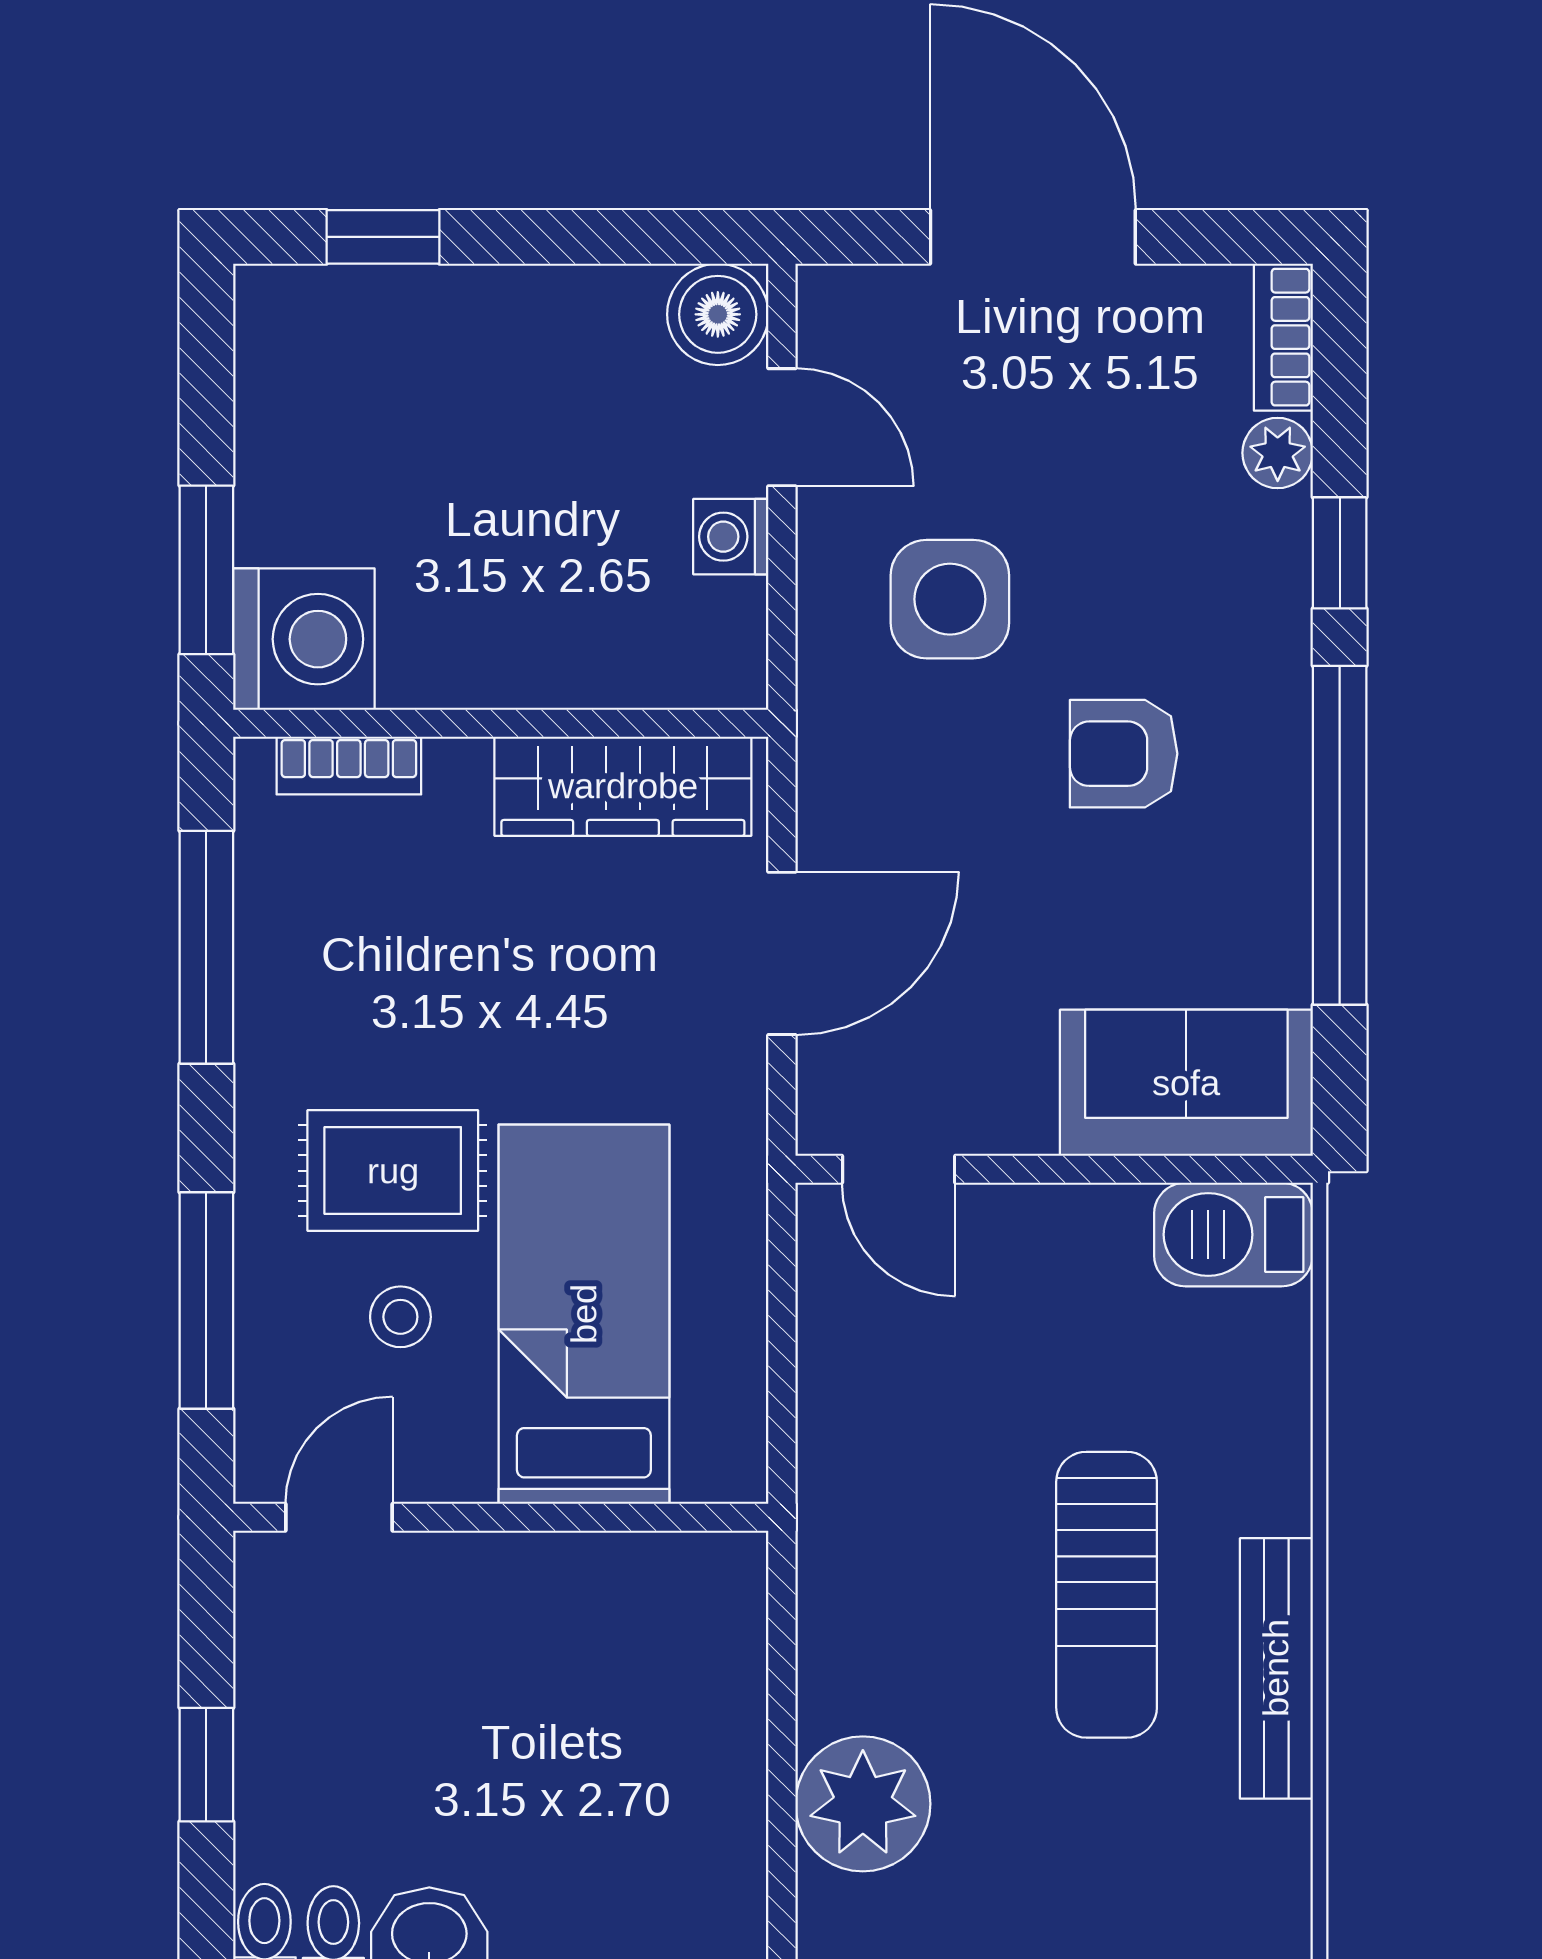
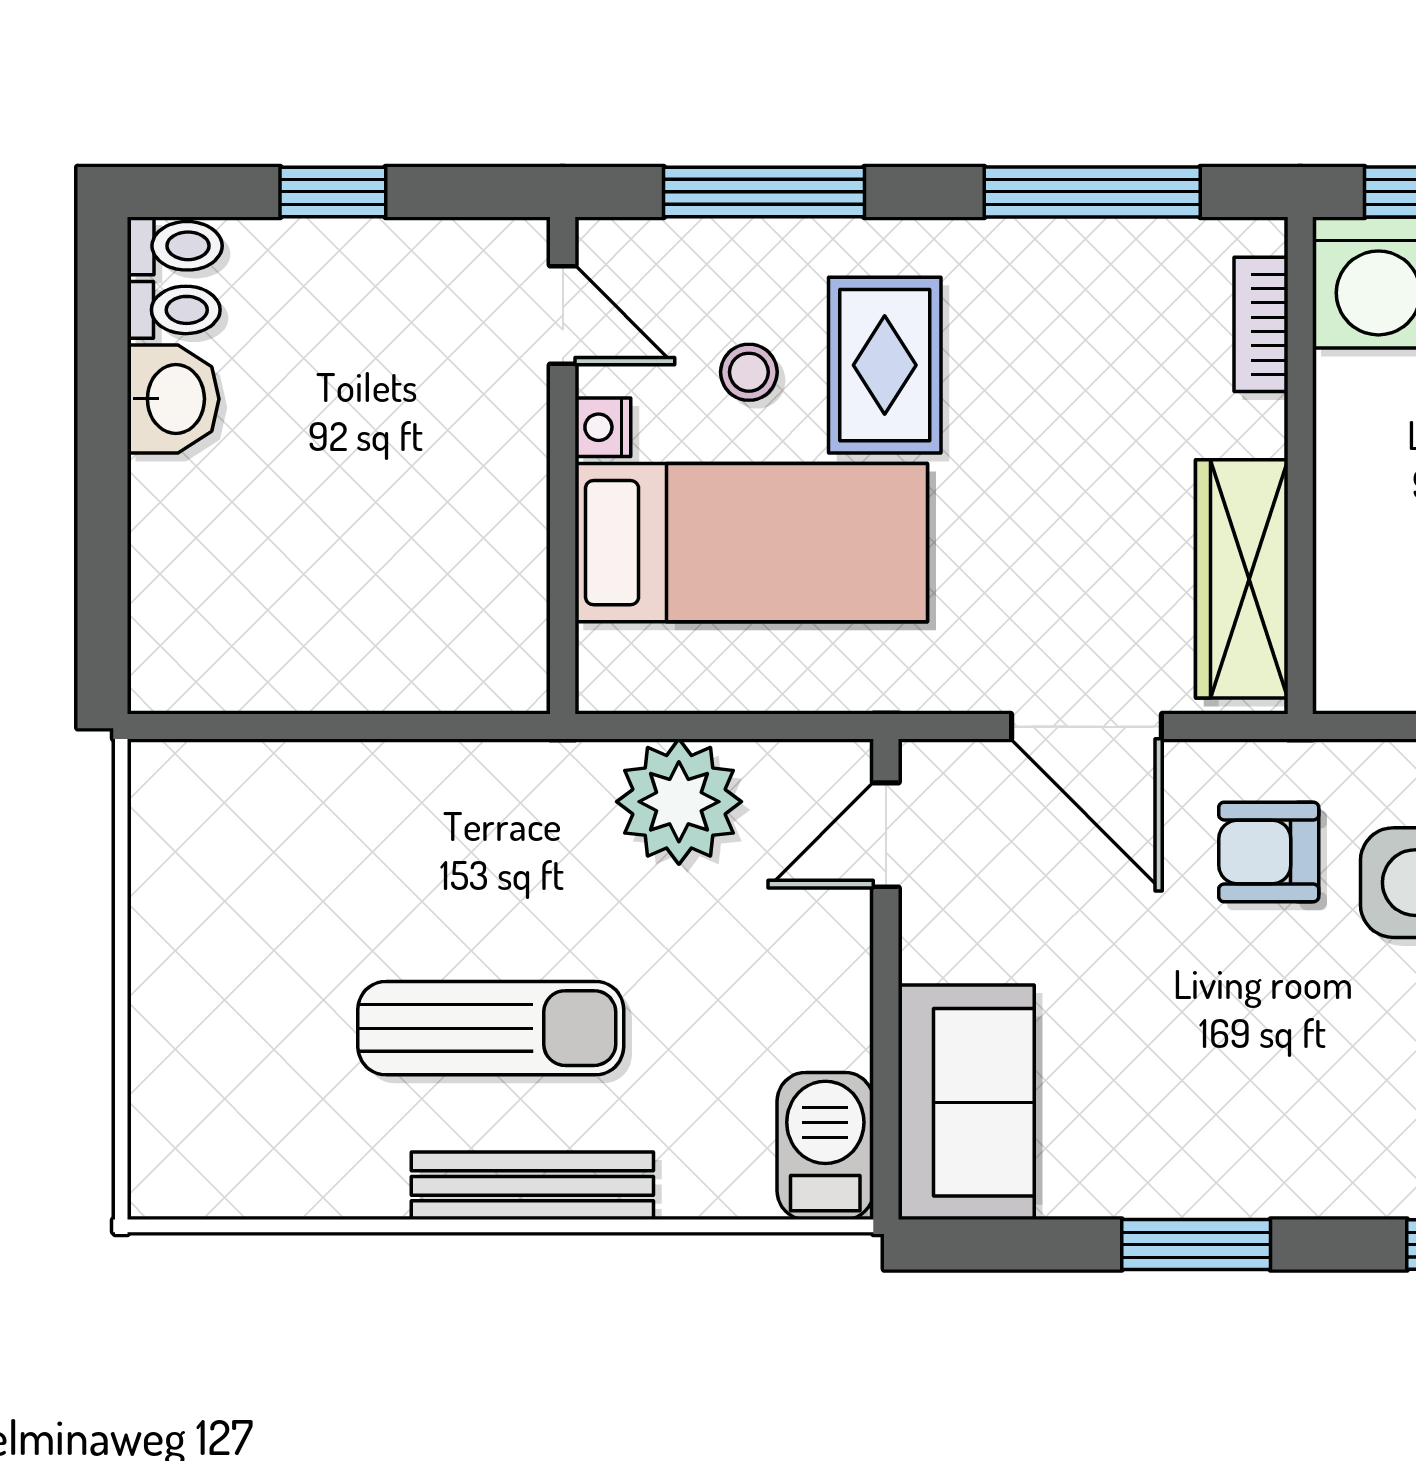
armchair: (1124, 754) -> (1269, 852), moved, turned -90
window: (1340, 835) -> (1196, 1245), width x0.47
nightstand: (460, 1474) -> (603, 427), added
sun lounger: (1107, 1595) -> (491, 1028), turned 180
bench: (1276, 1668) -> (532, 1186), moved
plant: (863, 1804) -> (679, 802), moved

